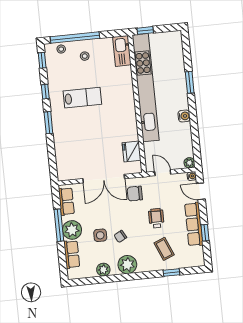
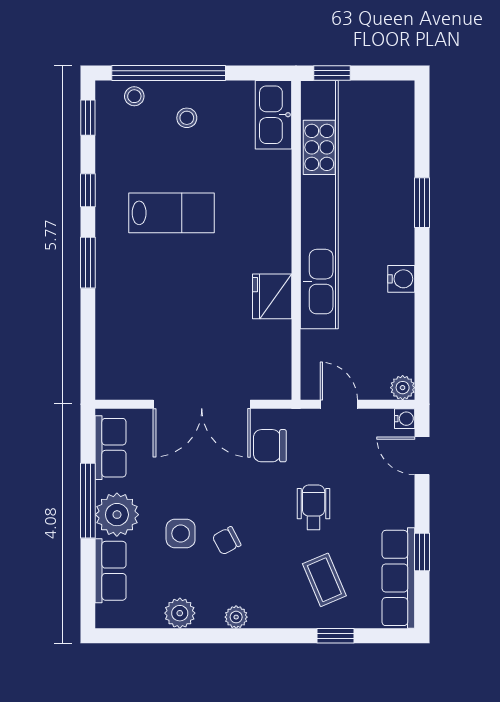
fridge: (132, 151) -> (272, 296), moved
row of seats: (194, 224) -> (398, 578), moved
plant: (127, 265) -> (236, 617), width x0.53, depth x0.53

